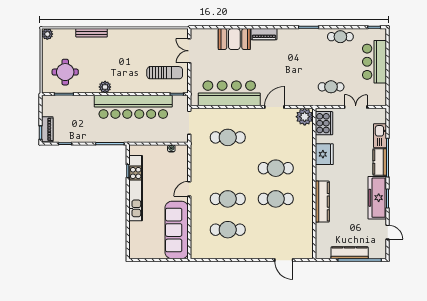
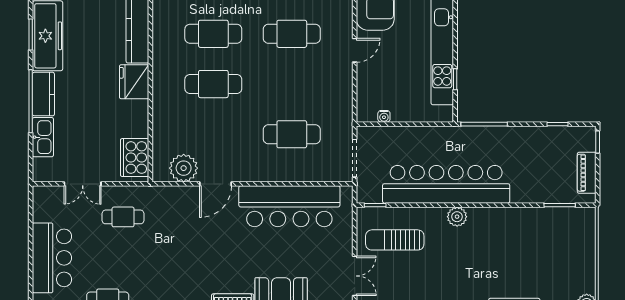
round table: (65, 72) -> (557, 241), removed
plant: (105, 87) -> (457, 217), moved
plant: (305, 117) -> (184, 168), moved
piano: (47, 129) -> (587, 173), moved
fridge: (324, 154) -> (134, 82), moved

